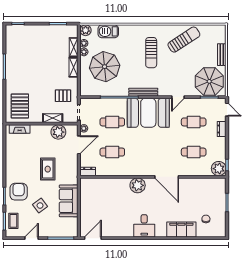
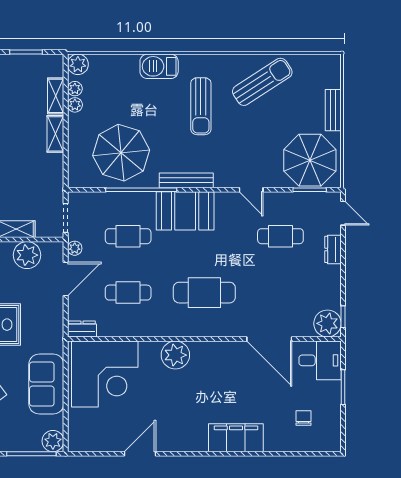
barbecue: (108, 31) -> (159, 66), moved
parasol: (105, 67) -> (121, 153), moved
pallet: (63, 96) -> (36, 187), removed
door: (178, 97) -> (251, 190), hinge flipped
booth: (148, 113) -> (185, 211), width x0.73, depth x0.70
cafe table: (194, 152) -> (204, 293), moved, width x1.37, depth x1.35
door: (167, 177) -> (269, 339), moved
corner desk: (100, 196) -> (105, 374), added
desk: (144, 226) -> (320, 360), moved, turned -90
filing cabinet: (181, 230) -> (236, 438), moved
plant: (72, 231) -> (53, 441), added
door: (93, 238) -> (140, 454), moved

